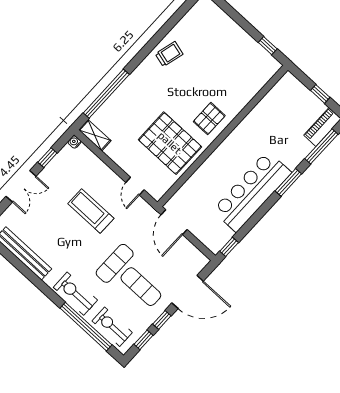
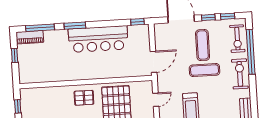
exercise bike: (75, 294) -> (240, 74), turned 180

